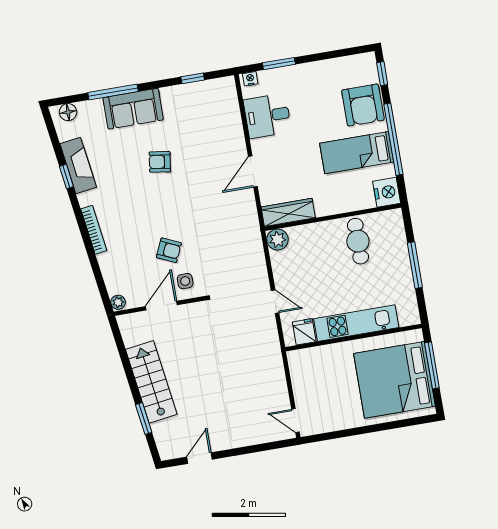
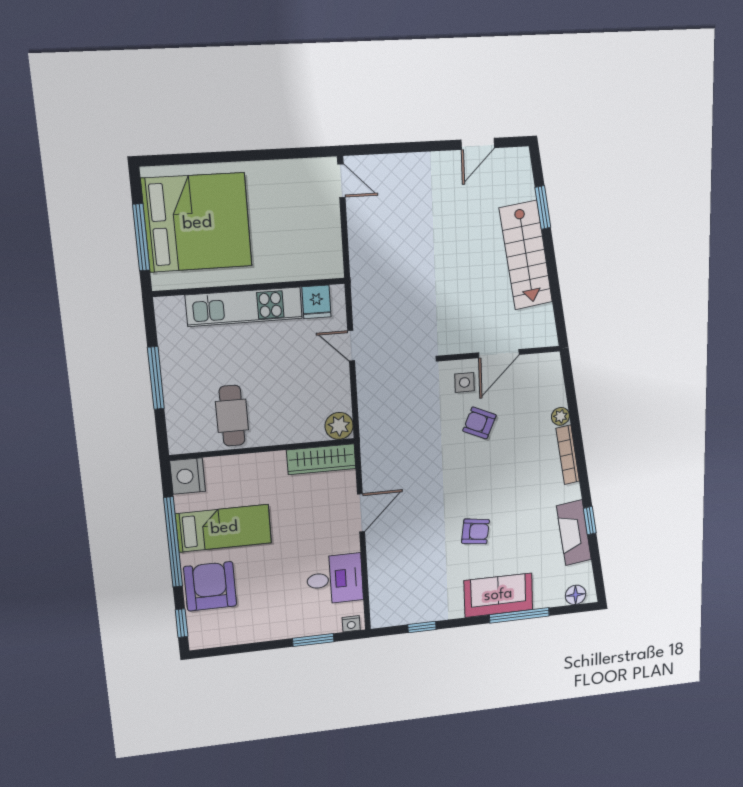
plant: (118, 302) -> (560, 416), moved

